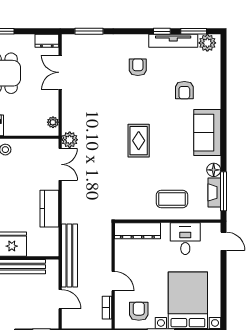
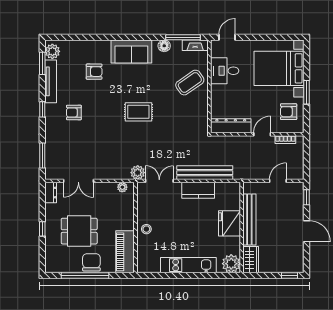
window: (162, 31) -> (42, 109), moved
fireplace: (214, 192) -> (195, 45), moved
coffee table: (172, 199) -> (190, 83), turned 55
dresser: (137, 231) -> (231, 126), moved, turned -90
bench: (69, 255) -> (205, 173), moved

